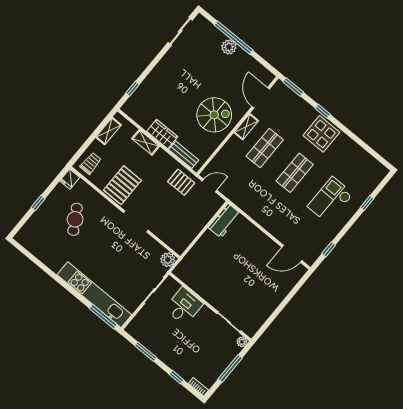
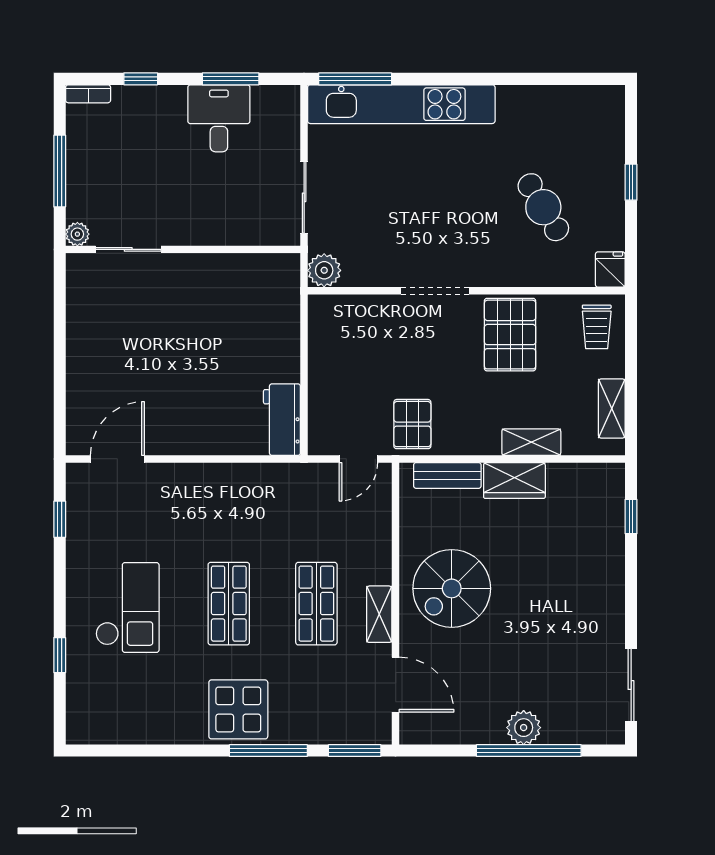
window: (323, 111) -> (268, 751), width x2.17
pallet: (181, 182) -> (412, 424), turned 90
desk: (184, 306) -> (219, 118), moved, turned 180

